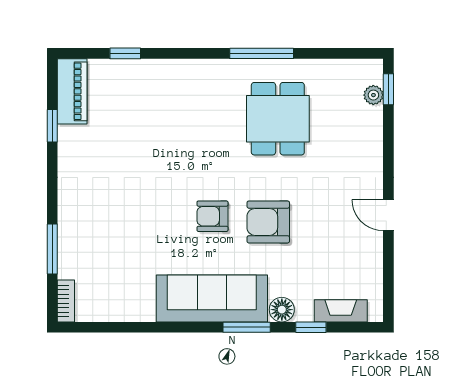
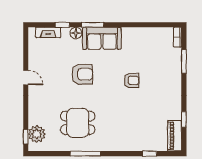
plant: (373, 95) -> (37, 134), width x1.88, depth x1.88
dining table: (278, 119) -> (78, 123), turned 90
armchair: (212, 216) -> (131, 80), moved
sofa: (212, 298) -> (102, 38), width x0.73

